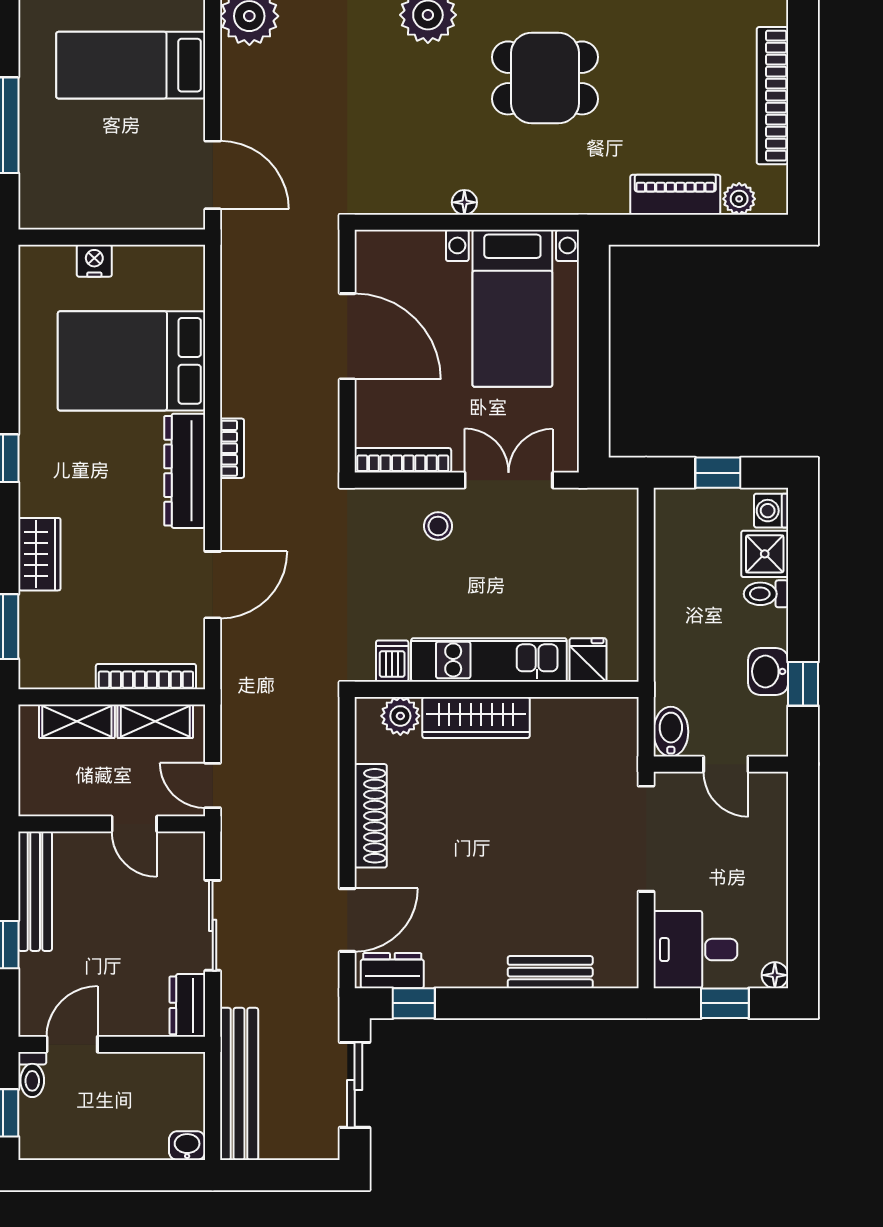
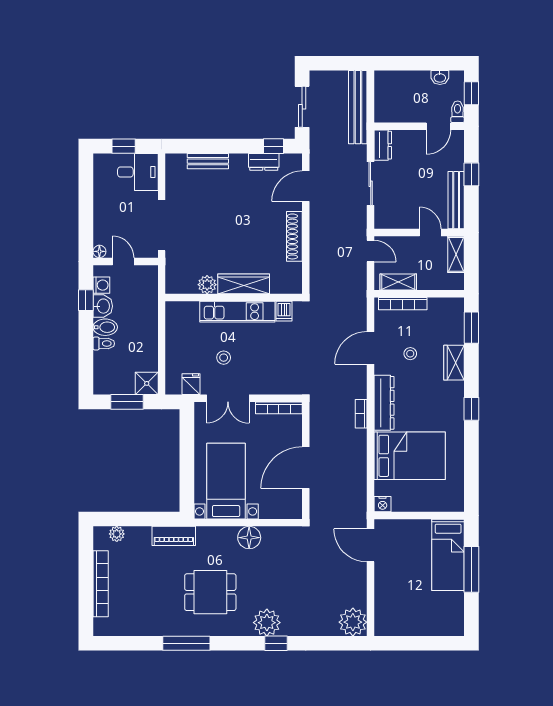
bed: (131, 65) -> (448, 555), moved, turned 90
piano: (675, 195) -> (174, 536), moved
floor lamp: (464, 202) -> (249, 538), width x1.89, depth x1.89
nightstand: (94, 261) -> (383, 504), moved
door: (347, 336) -> (306, 468), hinge flipped
window: (718, 473) -> (127, 402), width x1.50
washing machine: (771, 511) -> (101, 285), moved
stool: (438, 526) -> (224, 358), moved
shower: (765, 554) -> (147, 383), moved
stool: (130, 573) -> (410, 354), added
fridge: (588, 660) -> (191, 384), moved, turned 180
plant: (400, 716) -> (207, 285), moved
shelving: (77, 721) -> (456, 254), moved, turned 90
bidet: (671, 732) -> (105, 327), moved, turned -90
door: (134, 824) -> (430, 233), moved
dresser: (392, 971) -> (264, 162), moved
floor lamp: (775, 975) -> (99, 251), moved
washbasin: (187, 1146) -> (440, 77), moved

